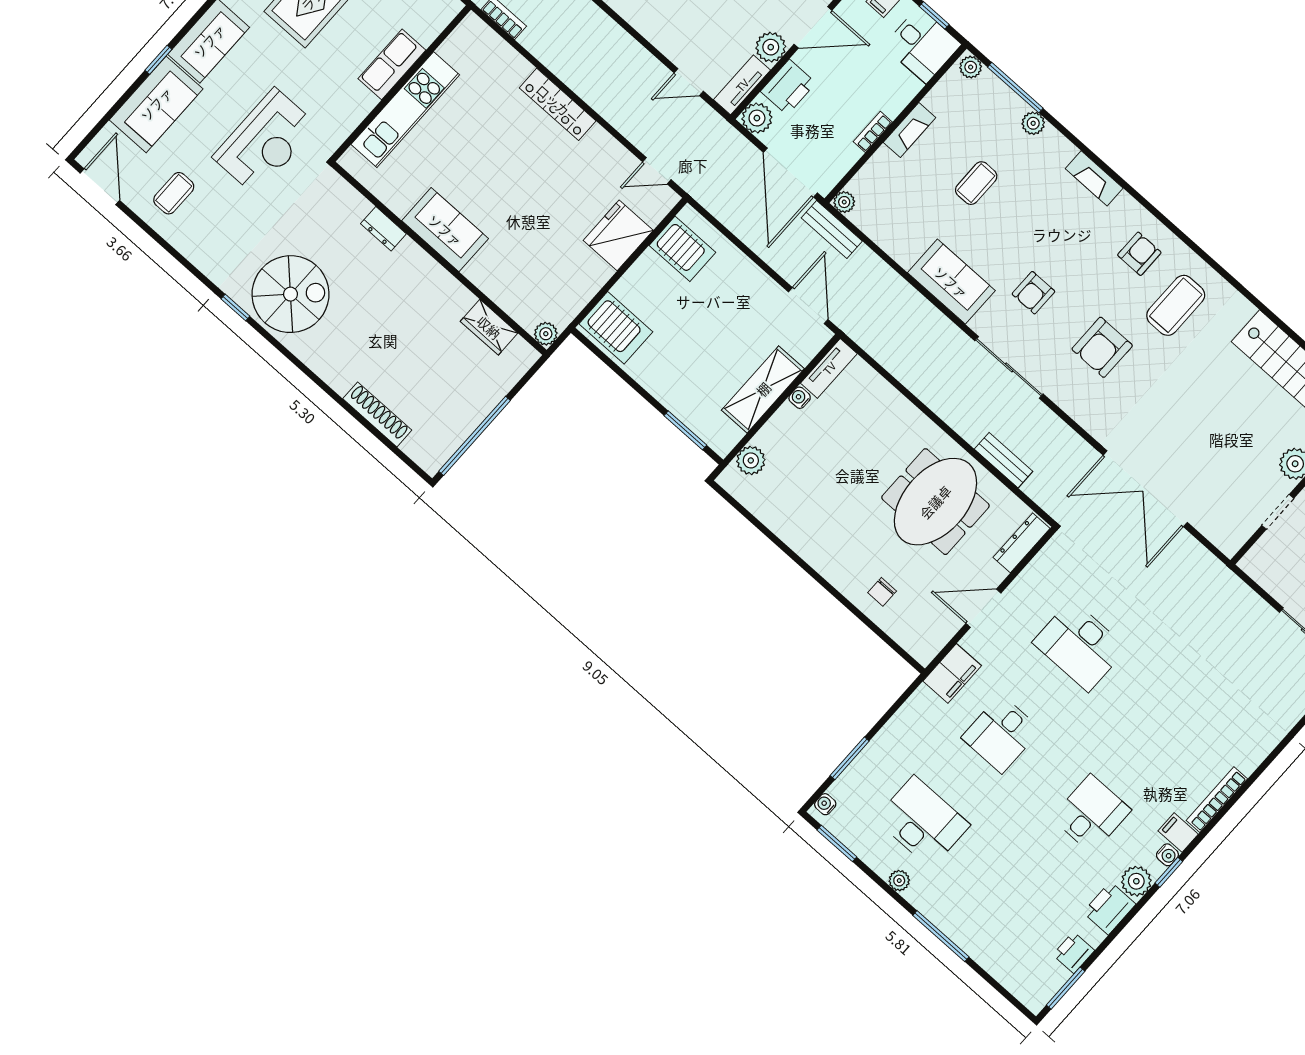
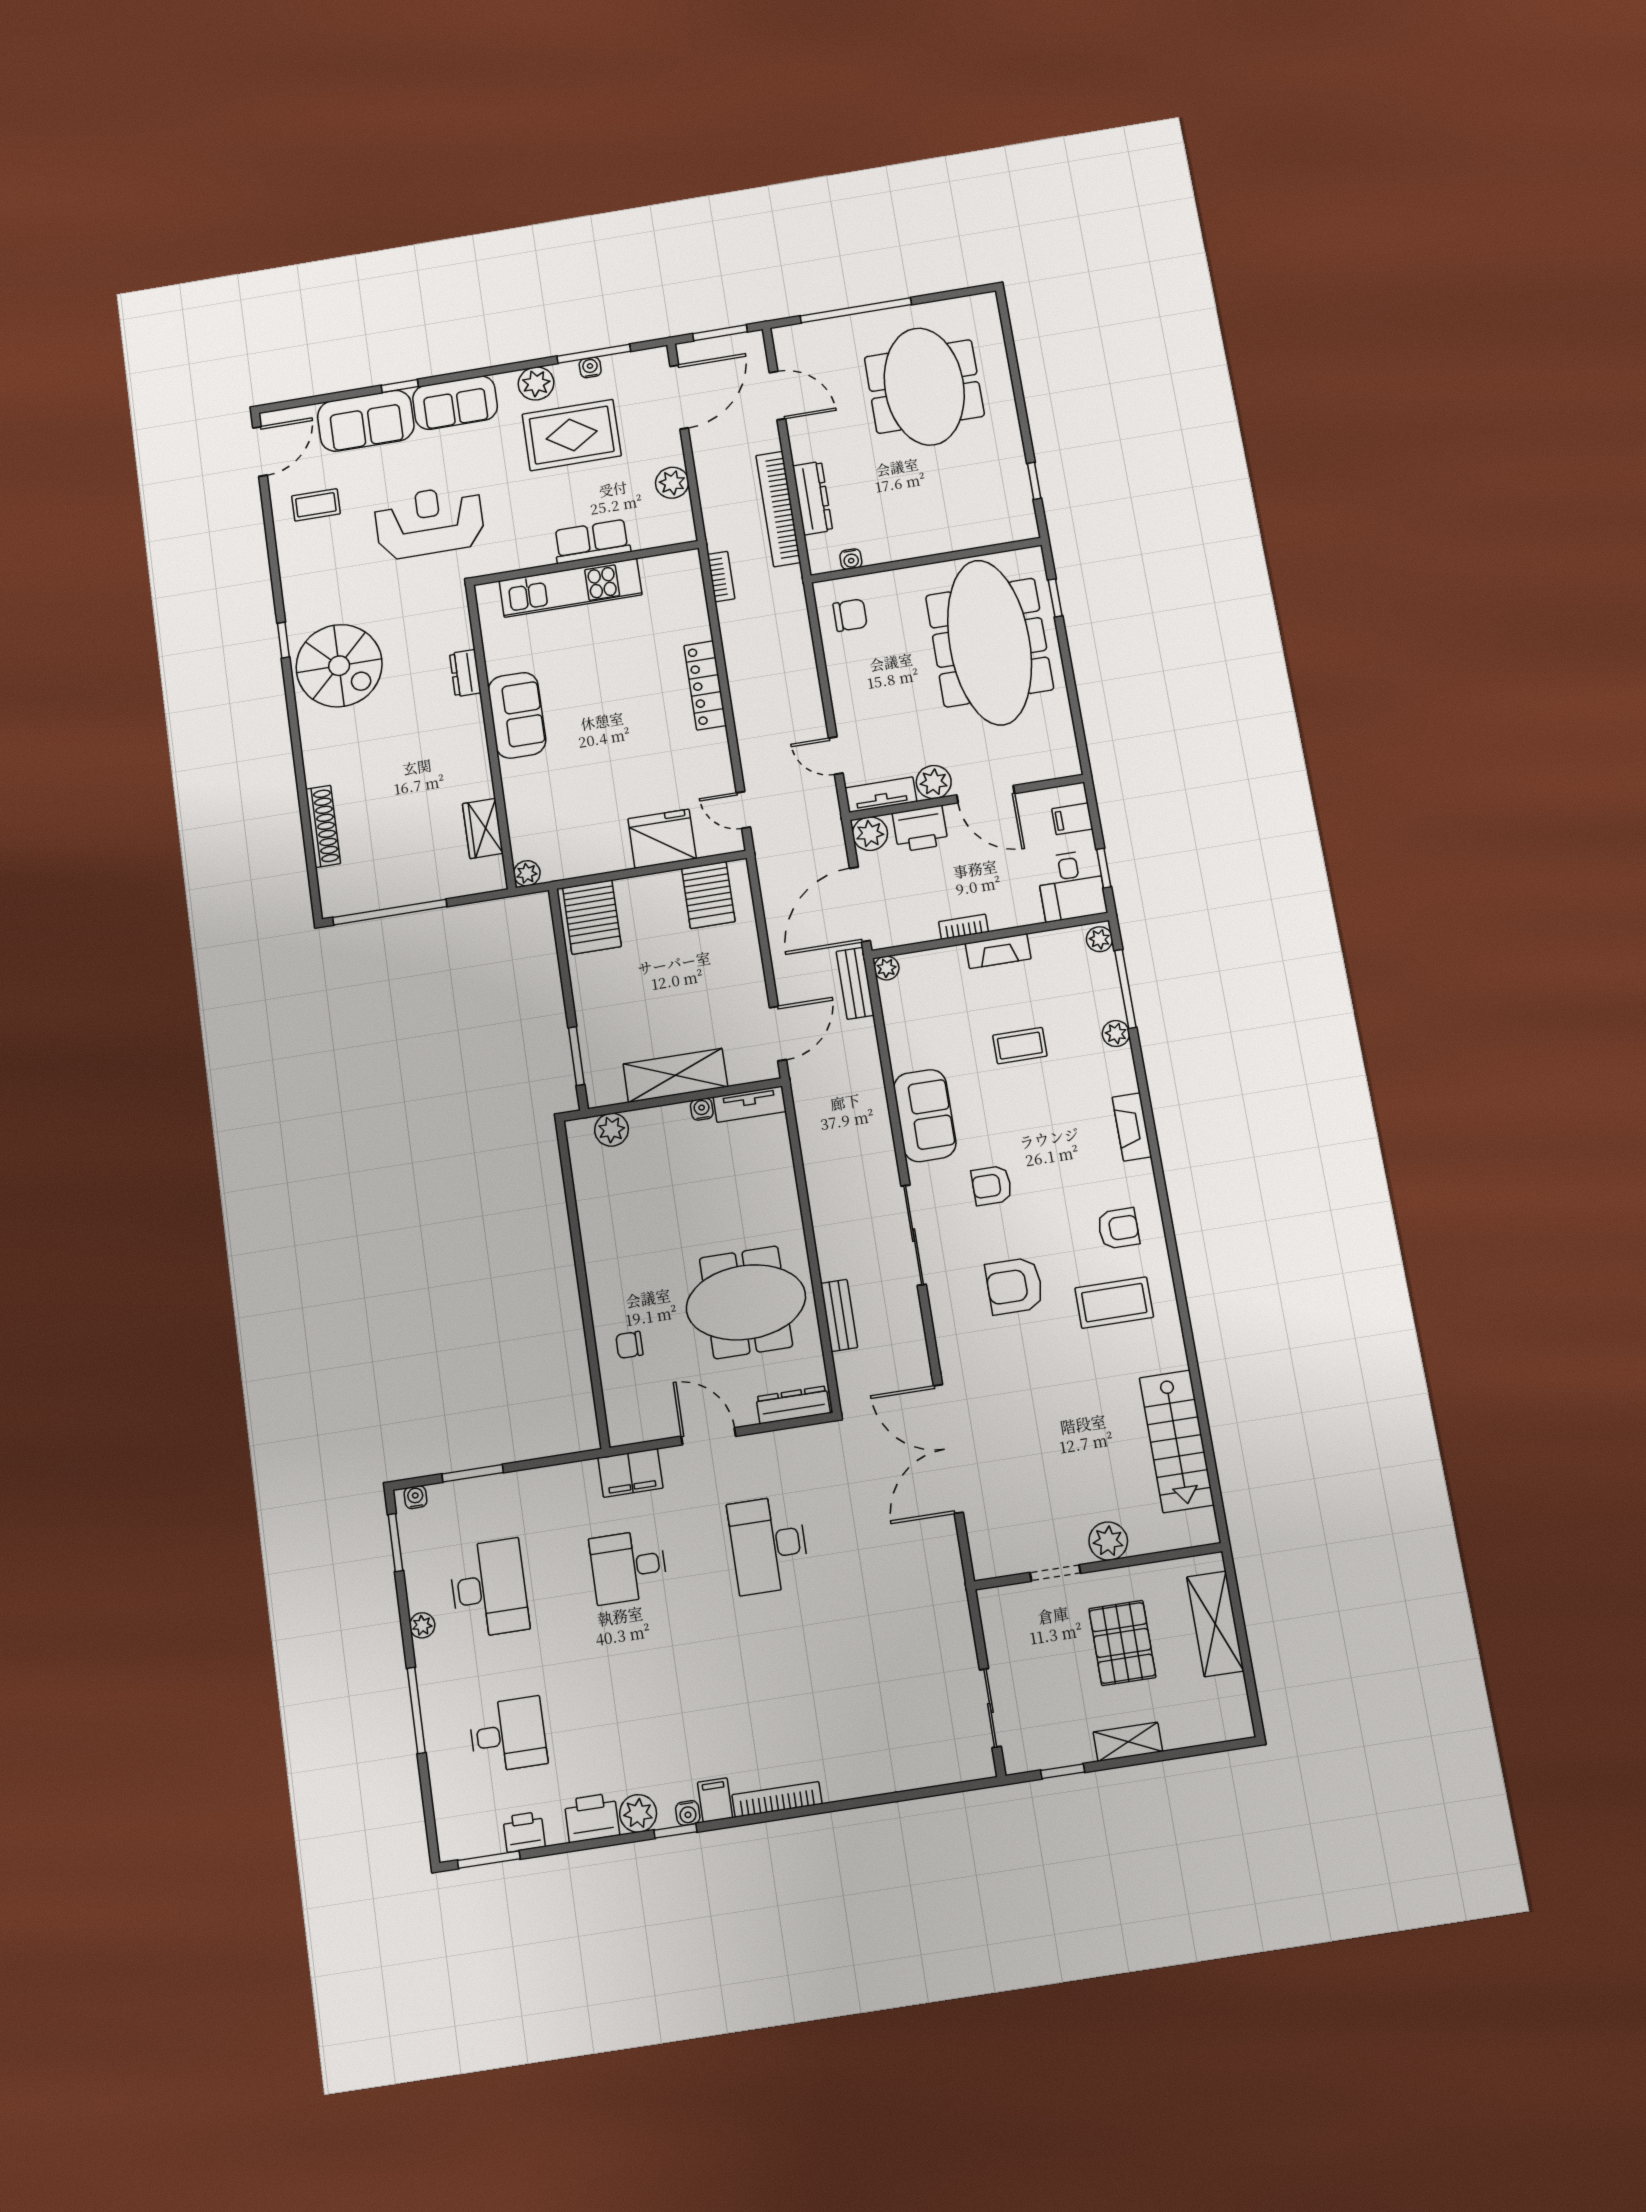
reception desk: (265, 142) -> (429, 522), turned 180
desk: (1091, 814) -> (508, 1735), moved

